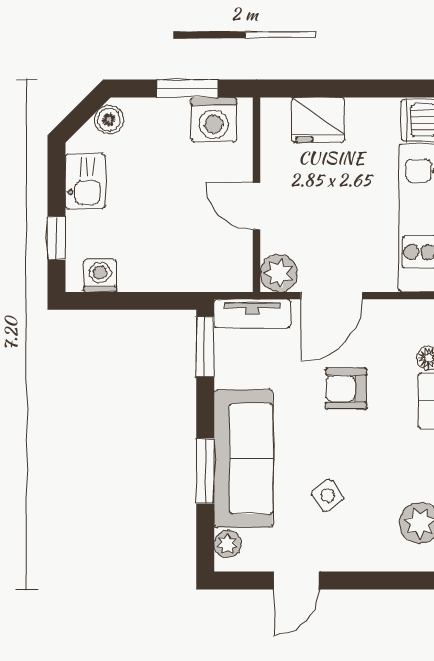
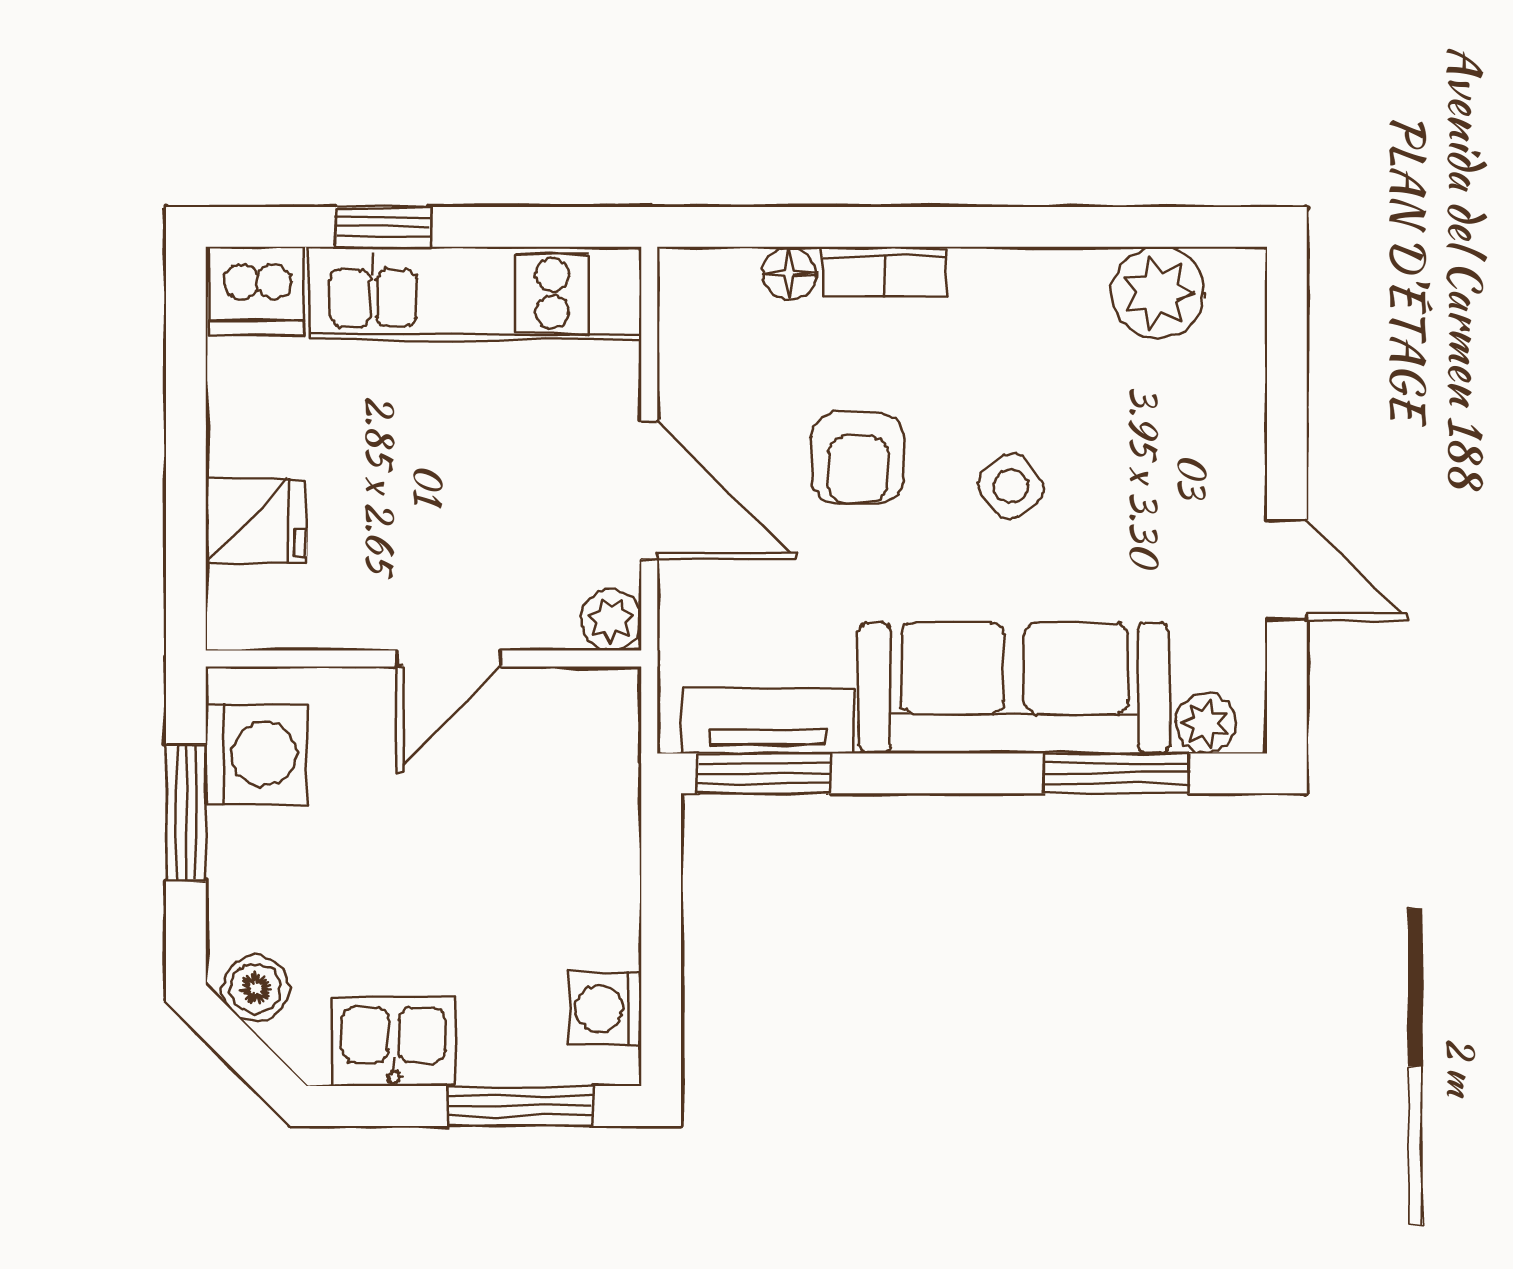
fridge: (318, 120) -> (256, 521), width x0.72
window: (57, 238) -> (521, 1106), width x1.50
plant: (279, 273) -> (611, 620), width x0.73, depth x0.73
tv unit: (252, 314) -> (768, 721), moved, turned -90
window: (205, 471) -> (1116, 773), moved
side table: (328, 496) -> (1011, 486), moved

